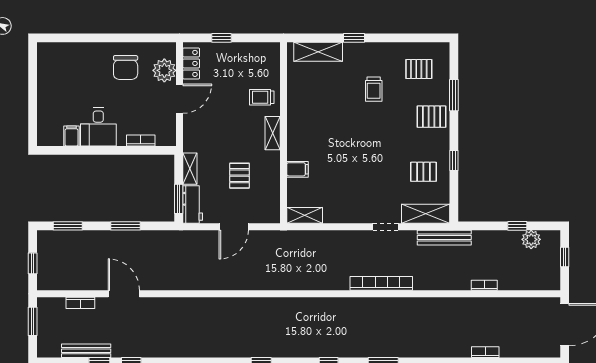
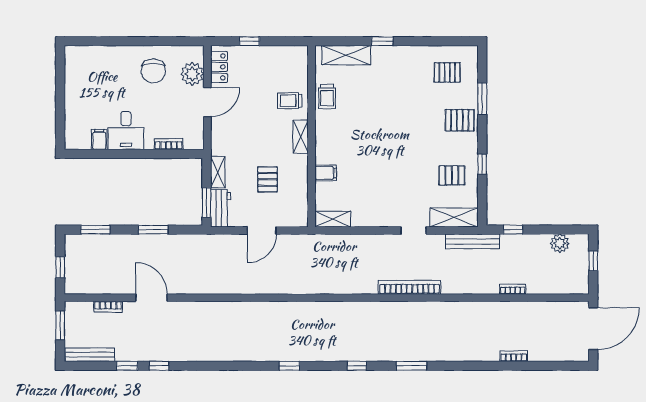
trolley: (374, 89) -> (327, 96), moved
window: (517, 226) -> (513, 230), moved
bench: (86, 351) -> (90, 355), moved

